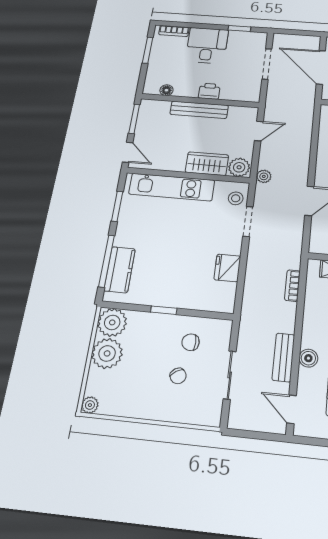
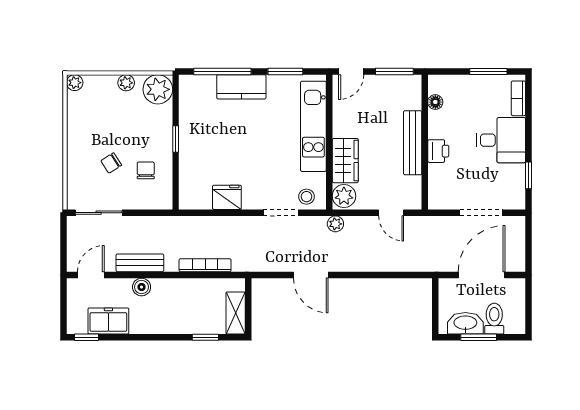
kitchen counter: (120, 270) -> (241, 87), moved
bookcase: (292, 286) -> (205, 265), width x1.56
plant: (107, 353) -> (126, 83), width x0.53, depth x0.53
sliding door: (230, 375) -> (99, 213), moved

